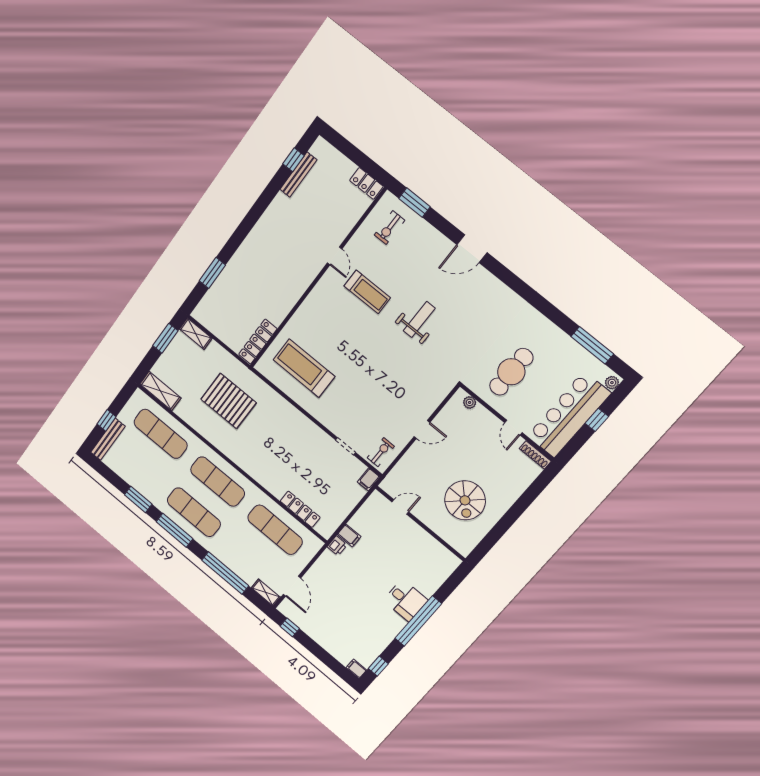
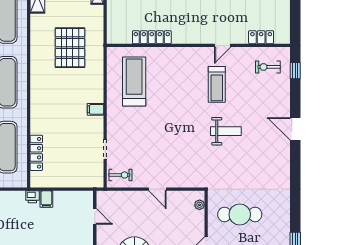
locker: (366, 183) -> (261, 37), moved, turned 90
window: (414, 203) -> (295, 71), width x0.67
locker: (258, 342) -> (152, 37), moved
filing cabinet: (369, 479) -> (95, 109), moved

